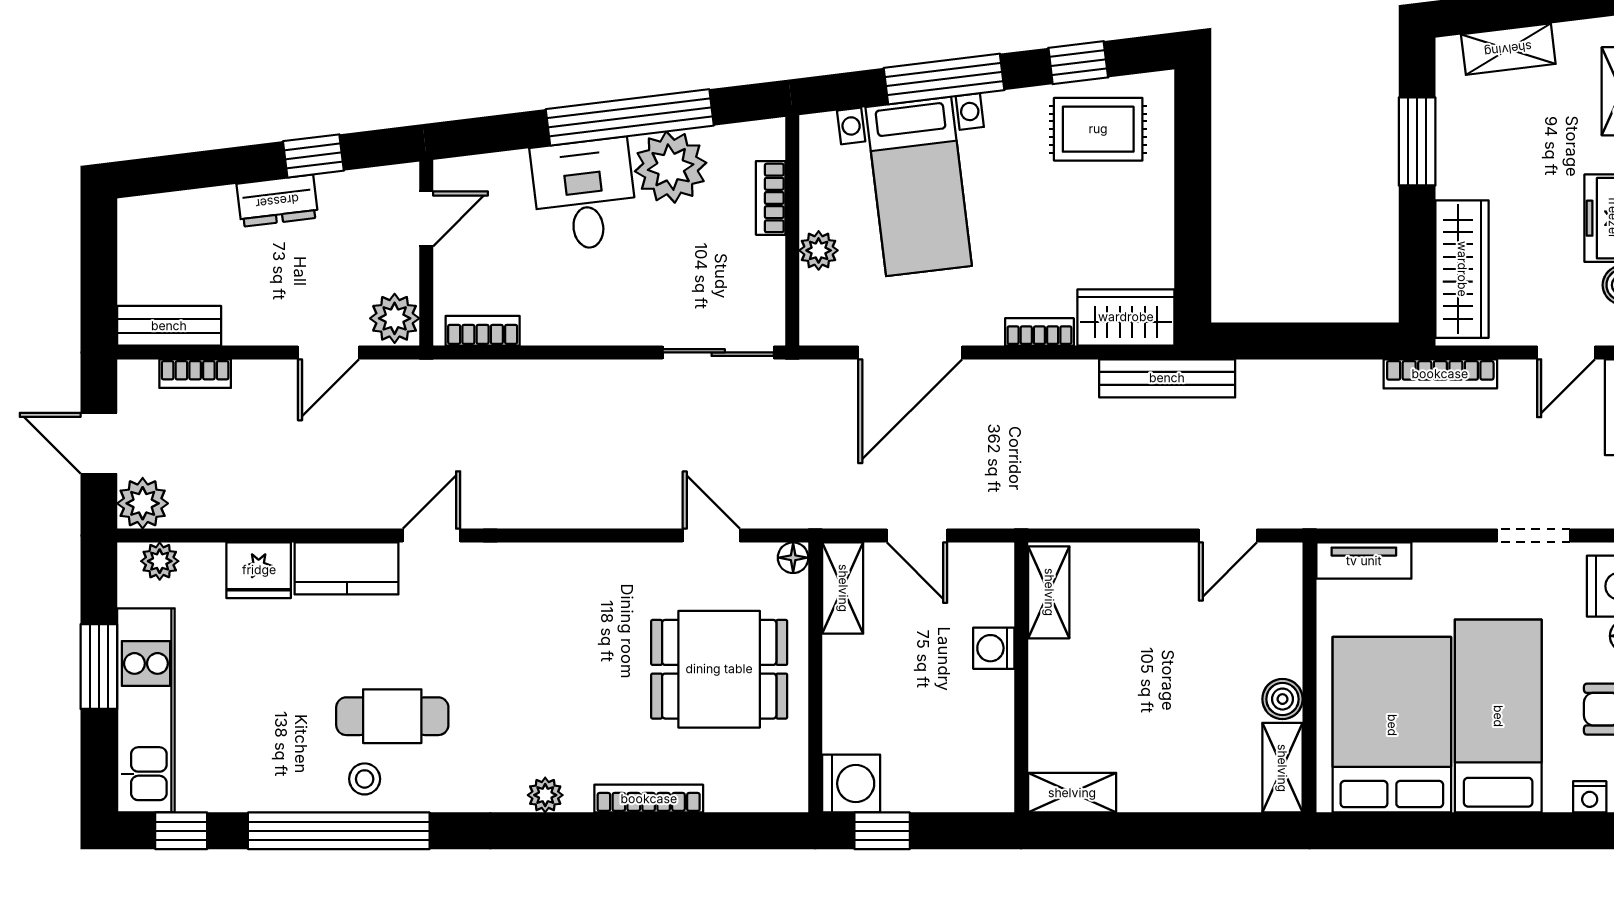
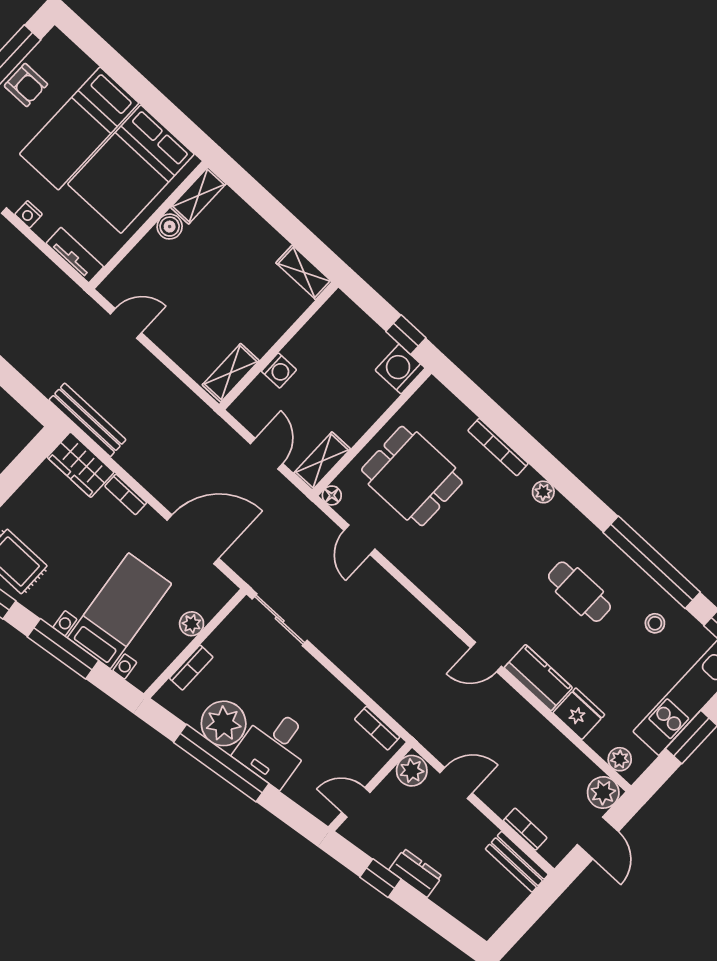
stool: (365, 779) -> (655, 623), moved
nightstand: (1590, 797) -> (29, 214), moved, turned 180

